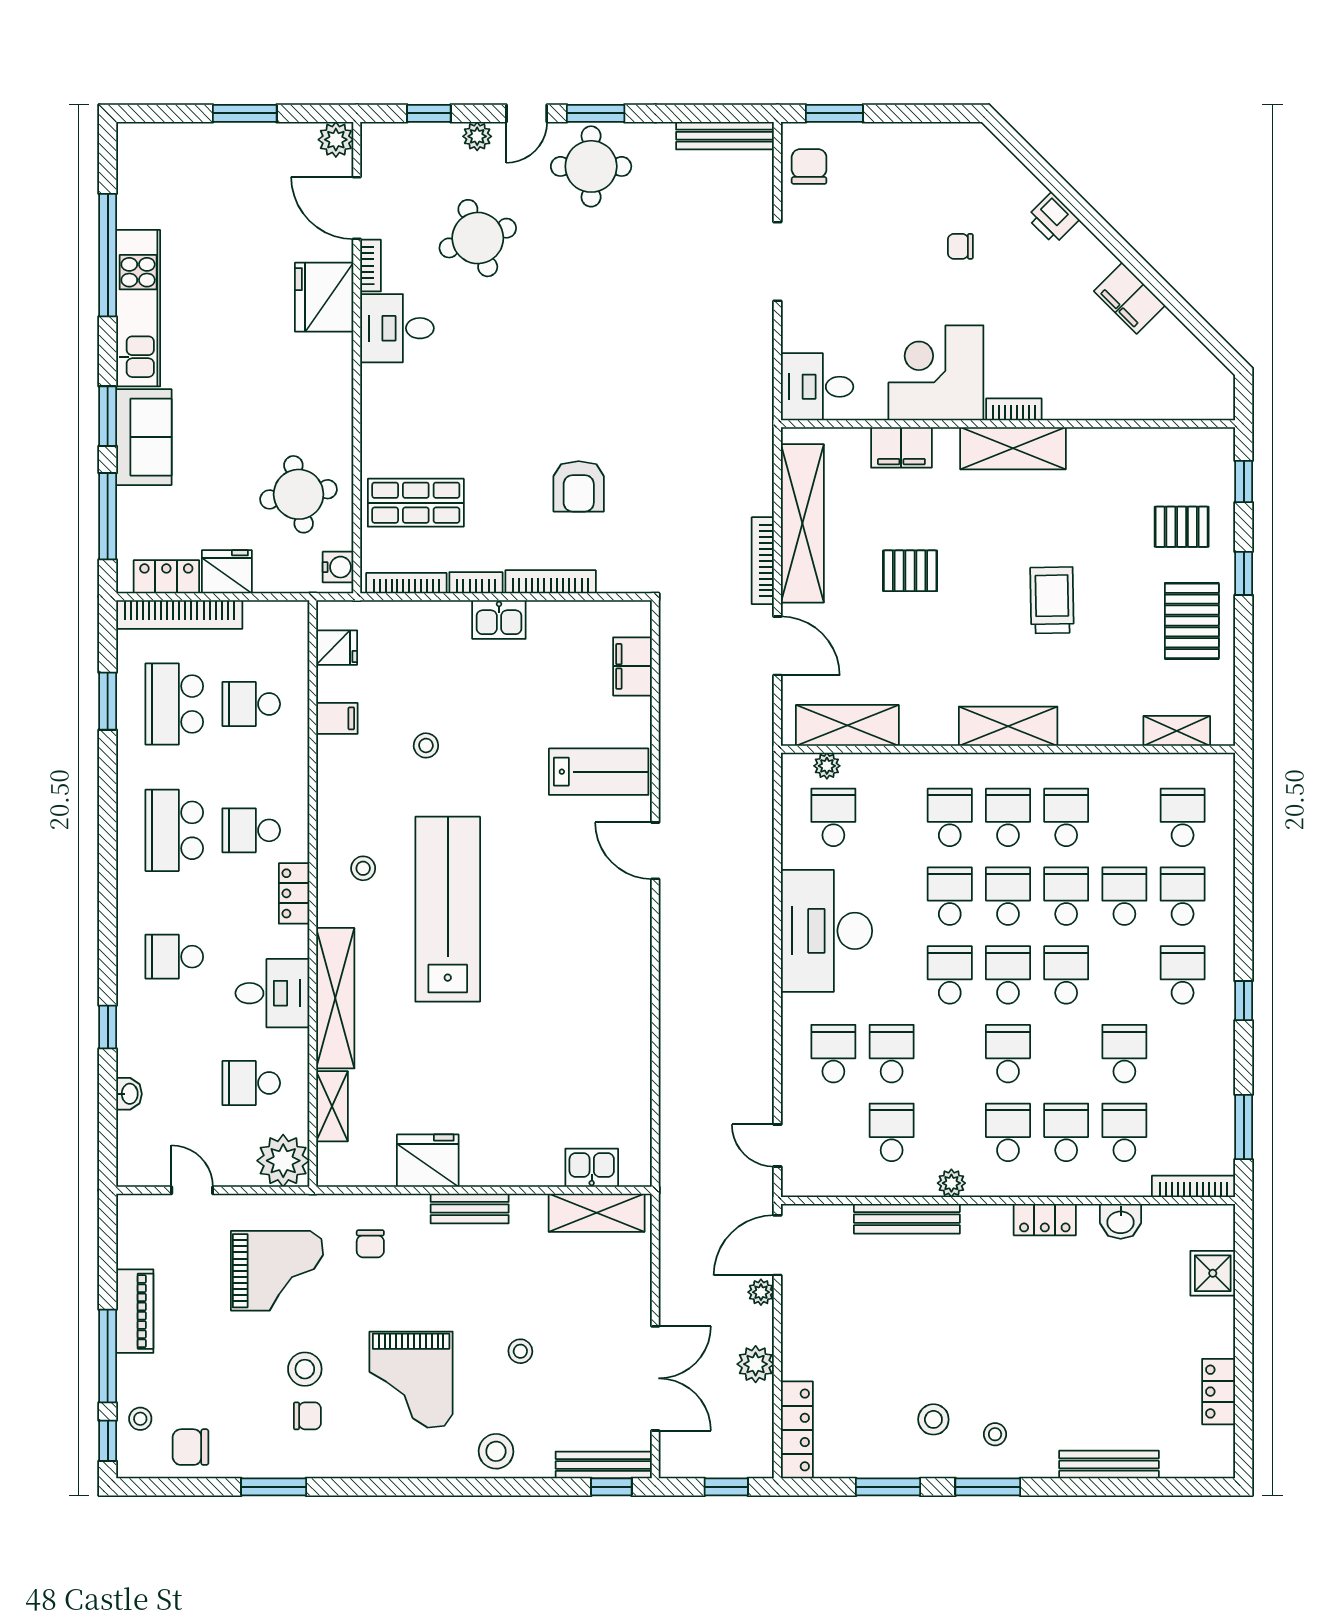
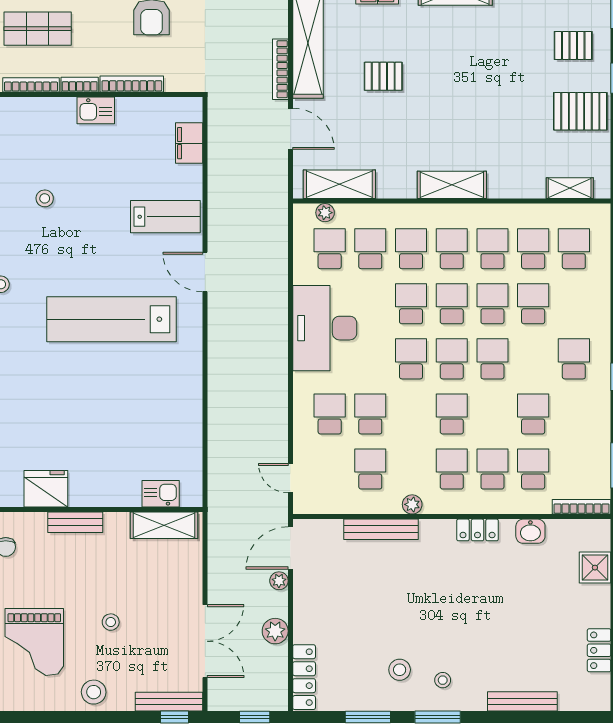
trolley: (1052, 600) -> (483, 97), removed
pallet: (1192, 621) -> (580, 111), turned 90
school desk: (892, 817) -> (370, 249), added
school desk: (1183, 896) -> (533, 249), moved
lab bench: (448, 909) -> (111, 319), moved, turned -90

